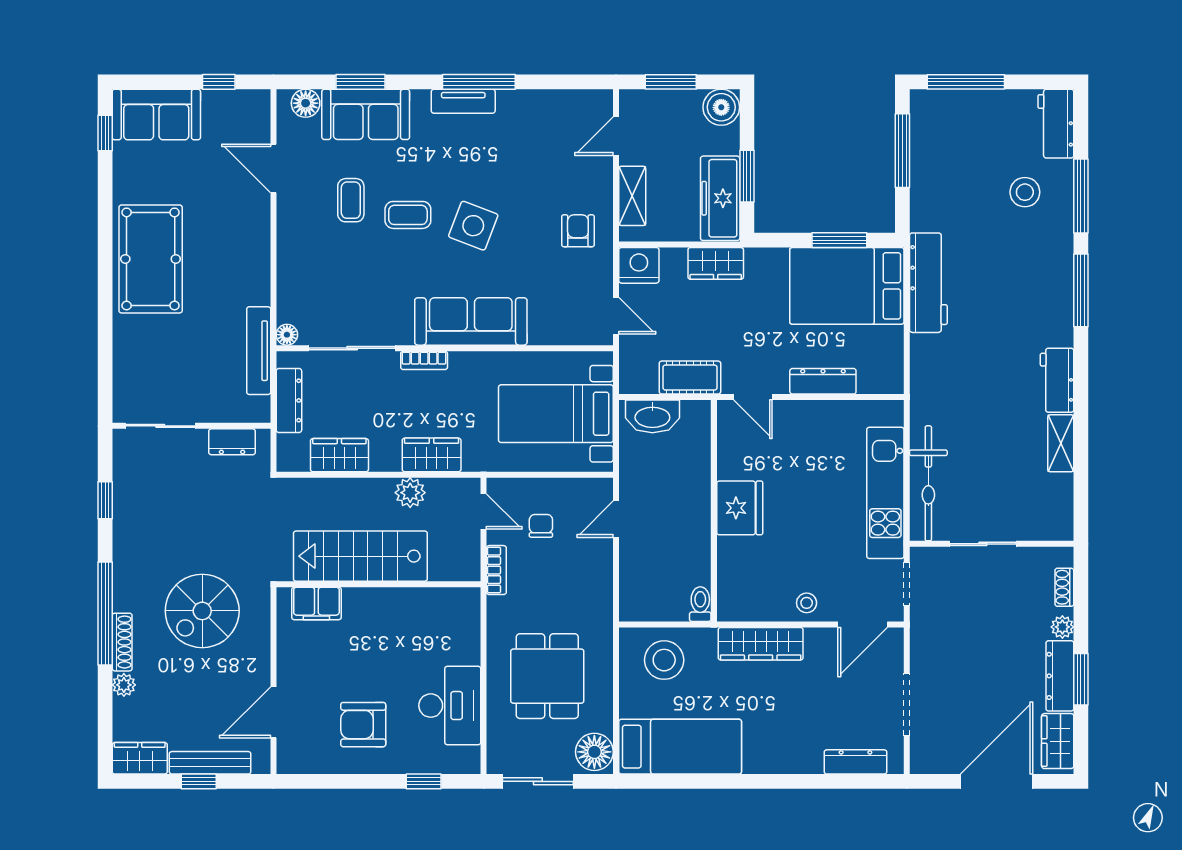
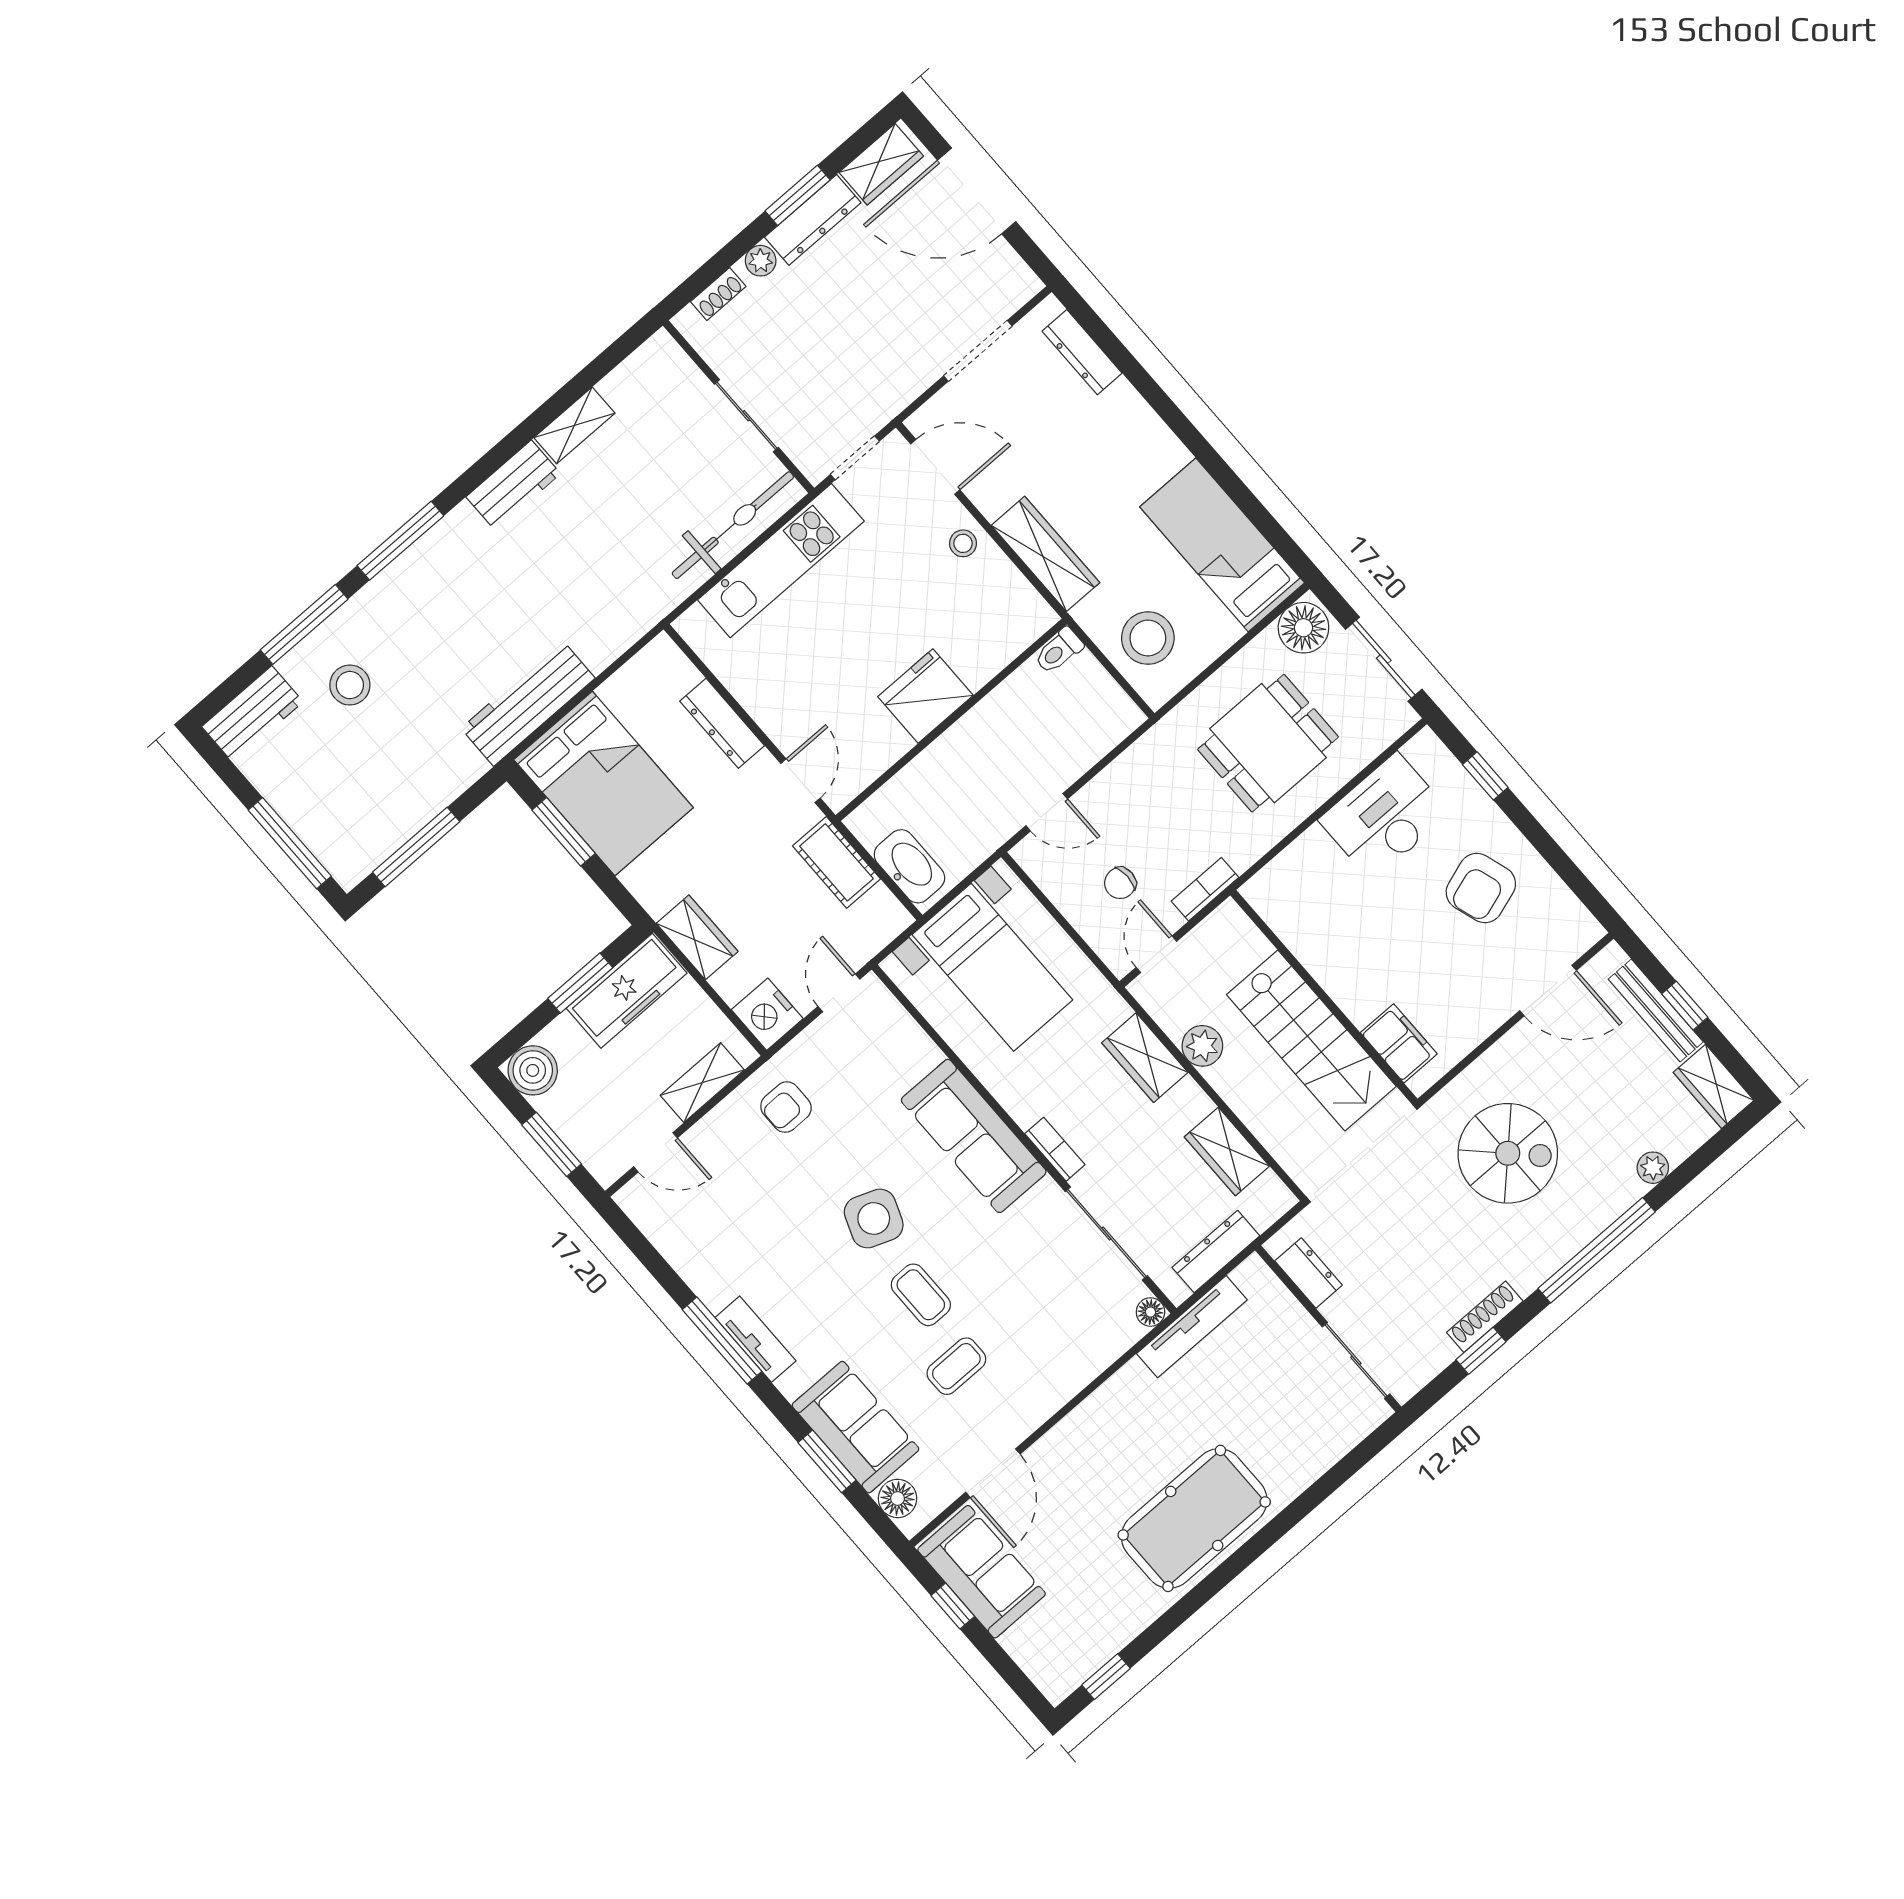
sofa: (156, 115) -> (982, 1572), moved
shoe rack: (122, 642) -> (1485, 1317), moved
armchair: (363, 725) -> (1481, 888), turned 72

